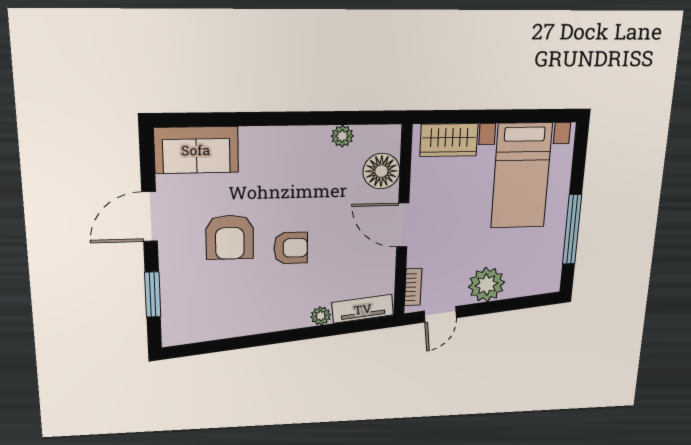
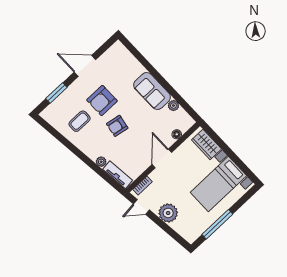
sofa: (196, 150) -> (152, 91), moved
floor lamp: (381, 171) -> (177, 134), width x0.53, depth x0.53
armchair: (291, 248) -> (117, 126), turned 100
coffee table: (230, 297) -> (80, 121), added

